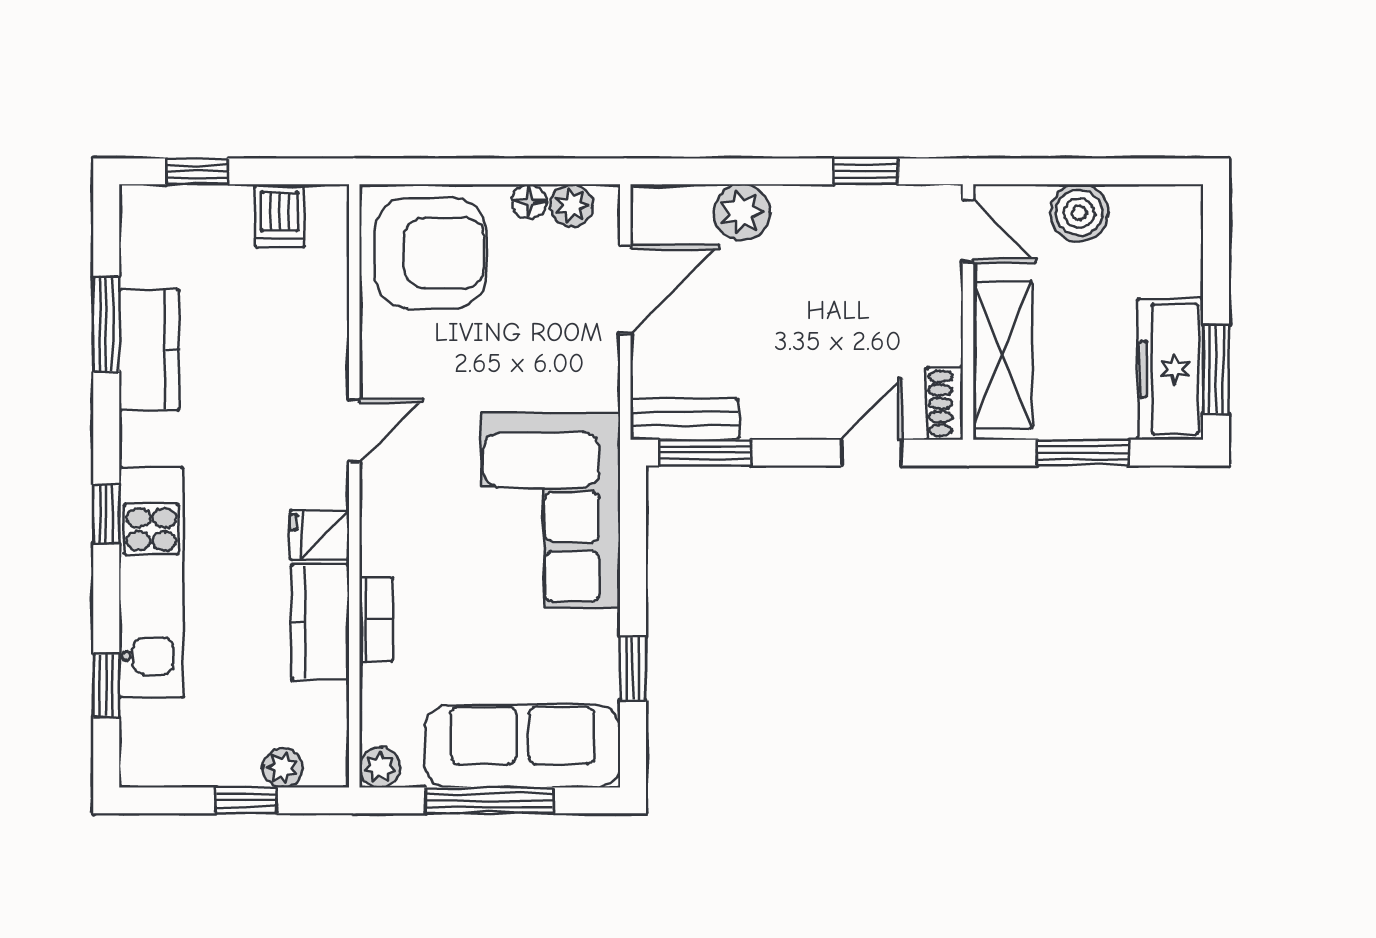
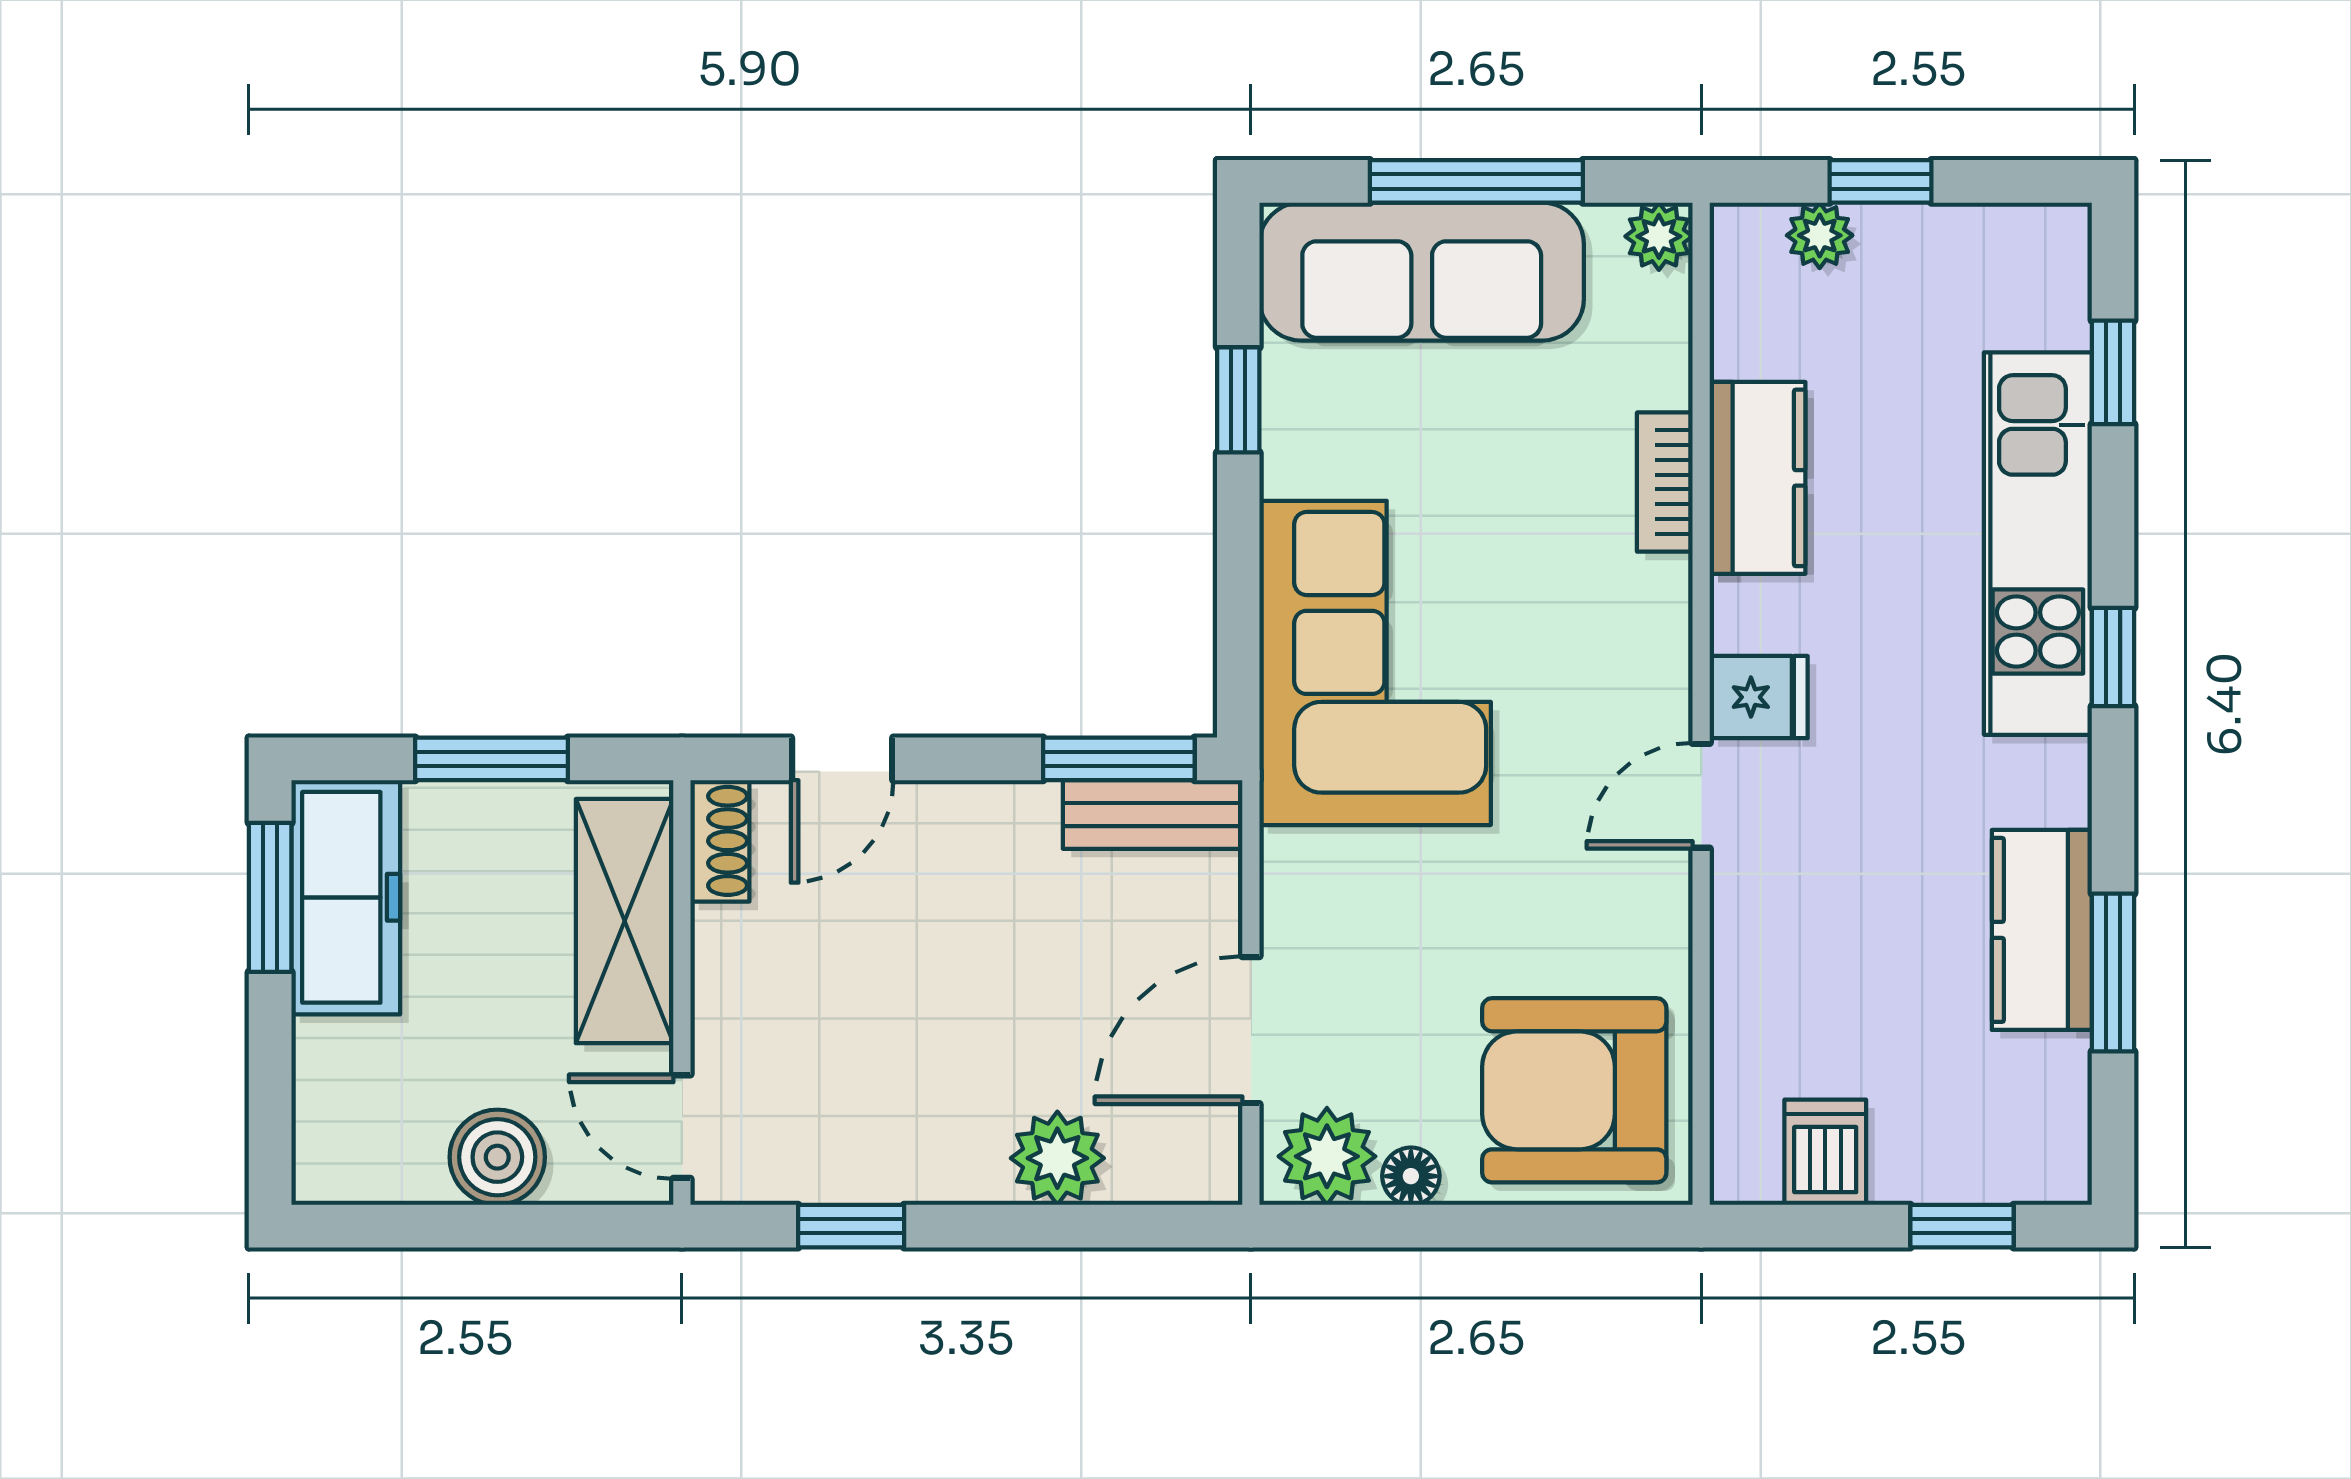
plant: (572, 205) -> (1327, 1156), width x1.38, depth x1.38
fridge: (320, 535) -> (1759, 697), moved

